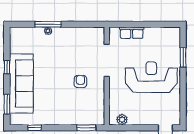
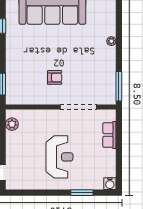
window: (48, 24) -> (119, 86), moved
water cooler: (175, 32) -> (110, 184), added
reception desk: (151, 77) -> (59, 157), width x0.74, depth x0.77

